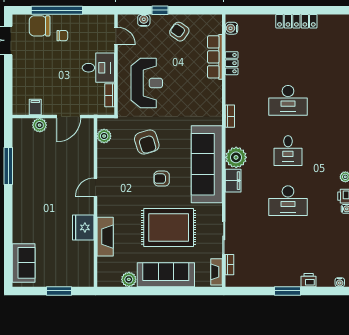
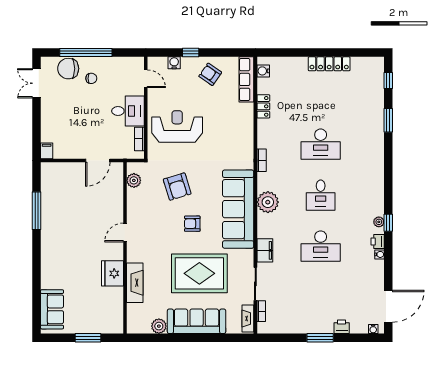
row of seats: (215, 57) -> (246, 79), moved
reception desk: (147, 83) -> (177, 127), turned -90
filing cabinet: (35, 107) -> (47, 151), moved
plant: (40, 125) -> (68, 169), removed
filing cabinet: (233, 181) -> (265, 250), moved

